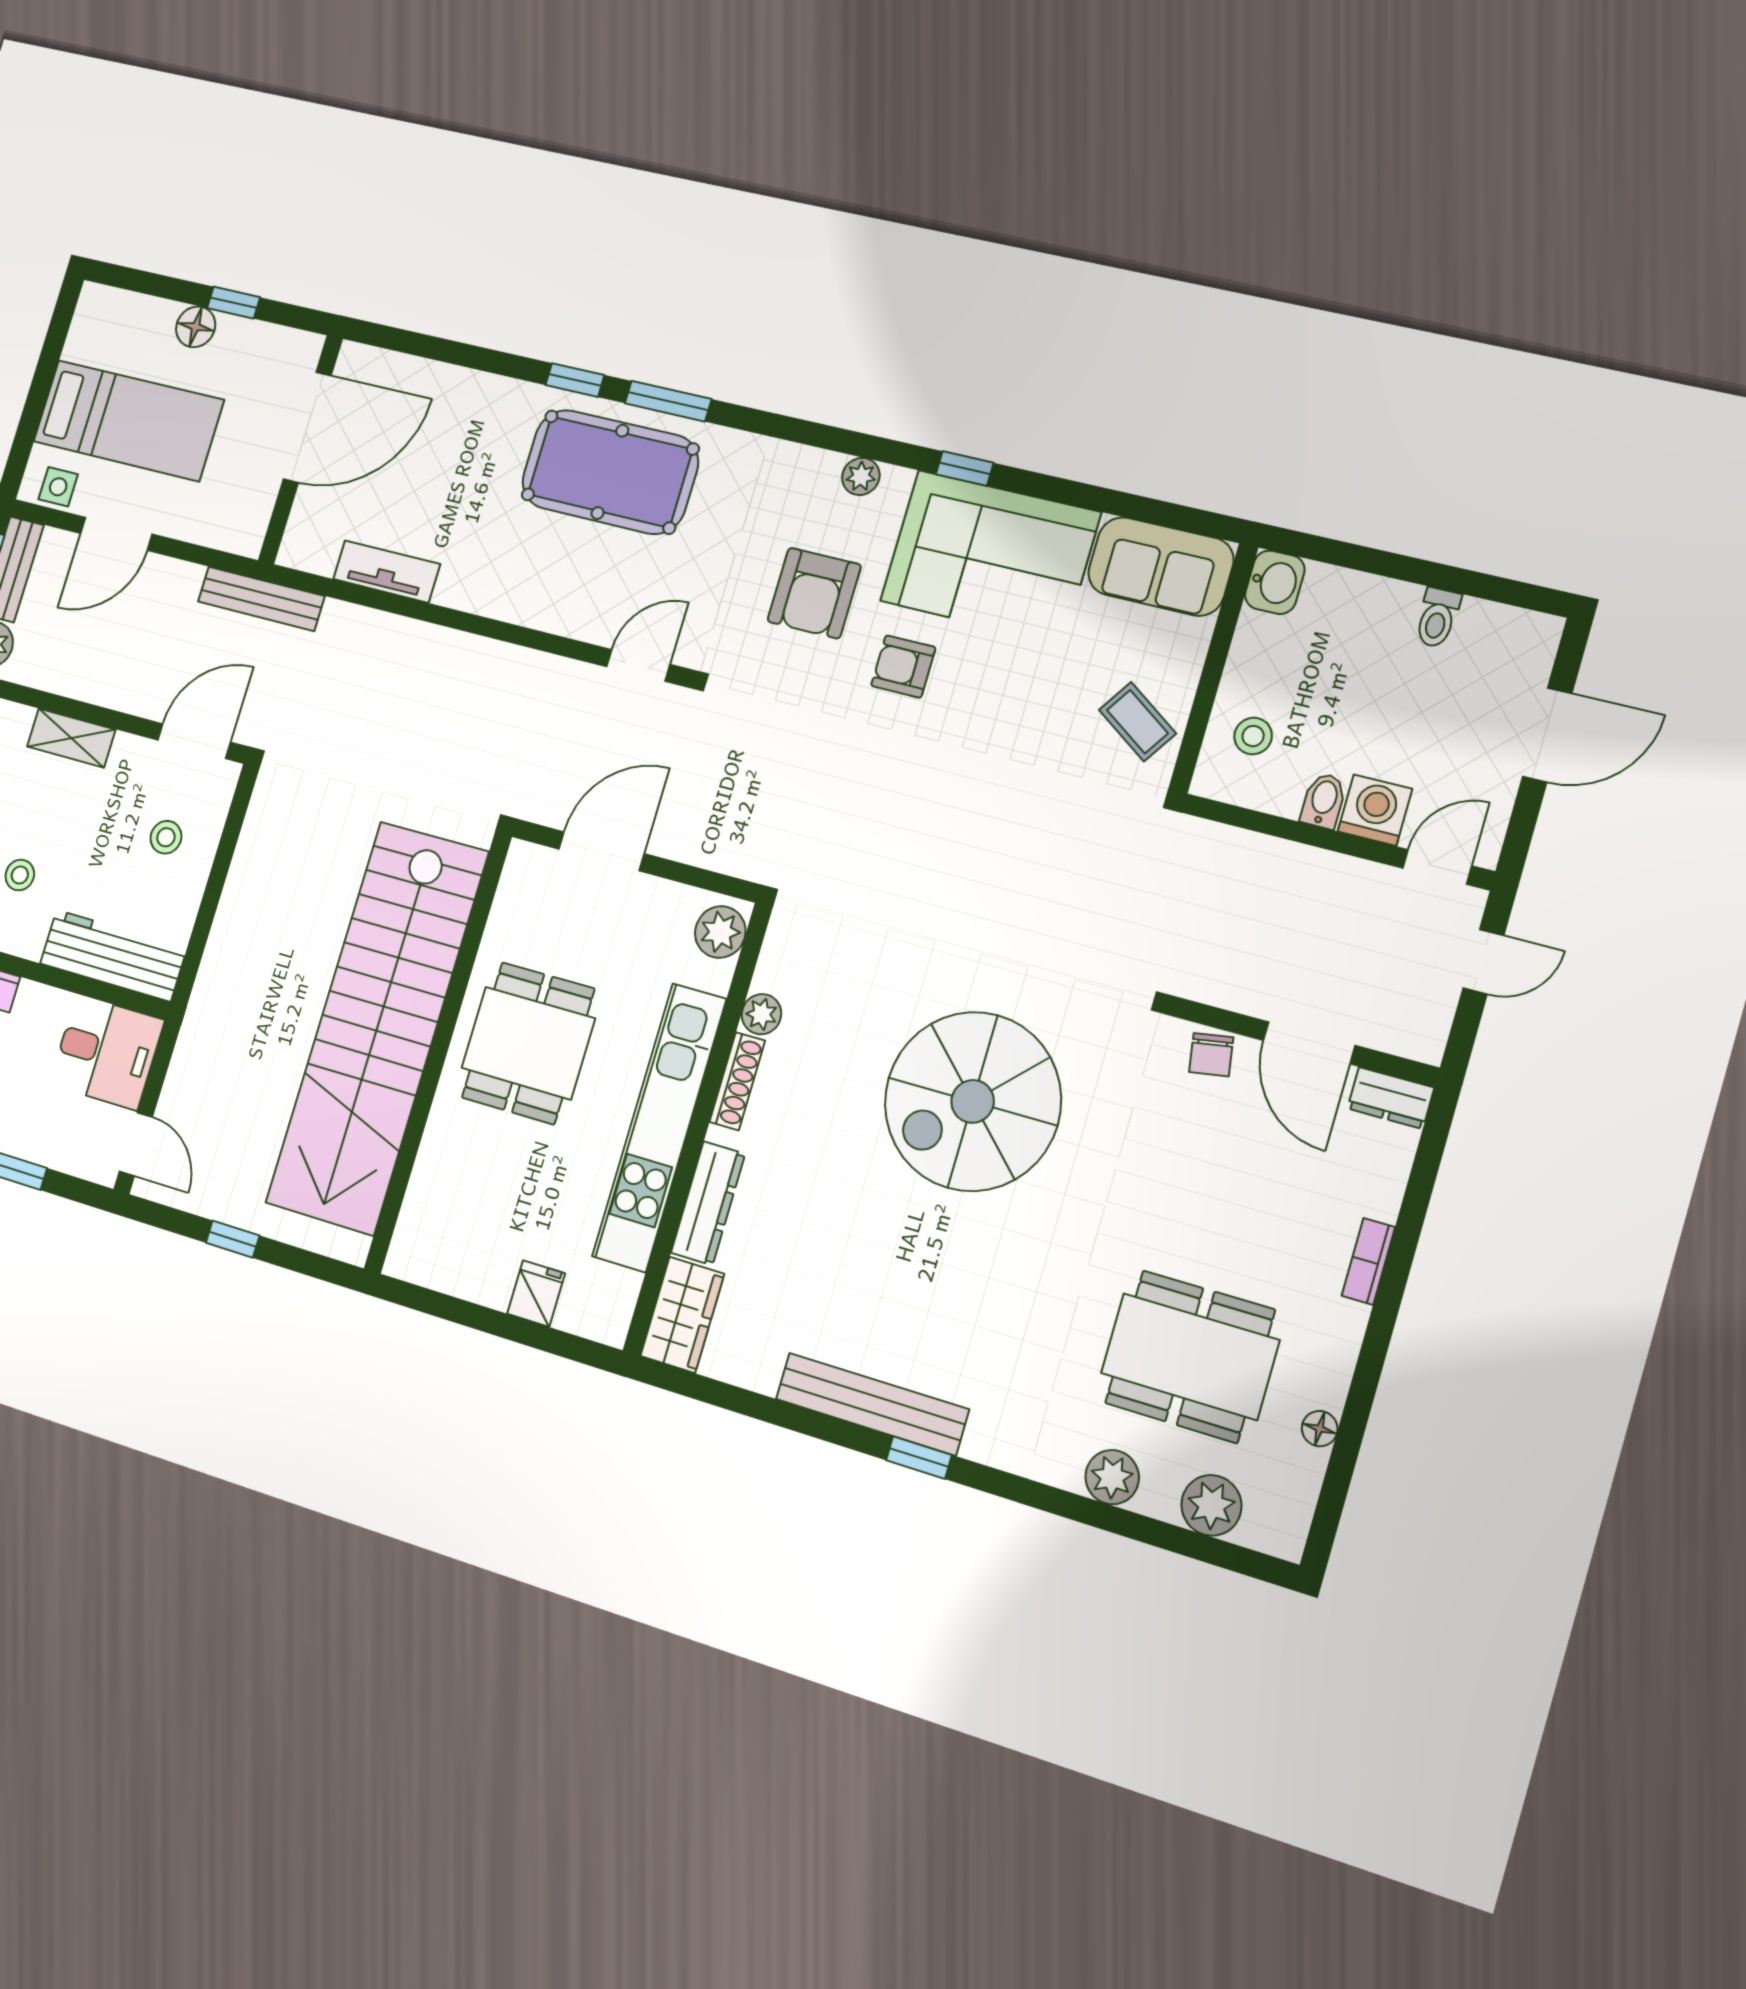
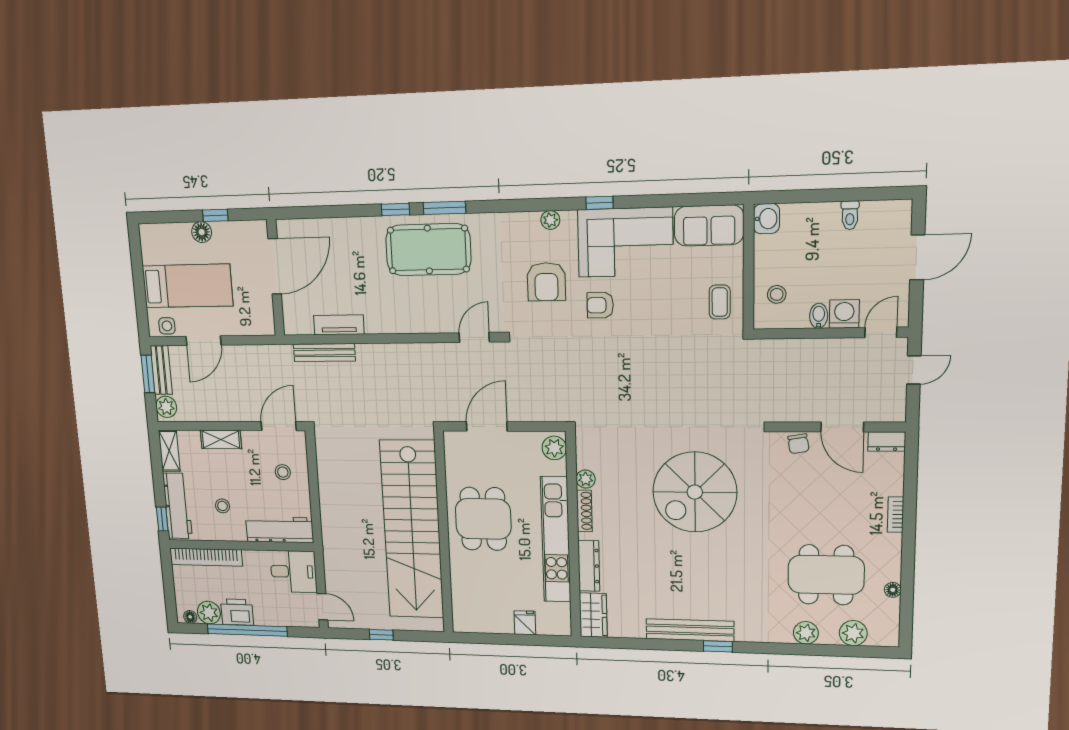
bench: (261, 599) -> (324, 353), moved
coffee table: (1137, 722) -> (720, 302), turned 56

